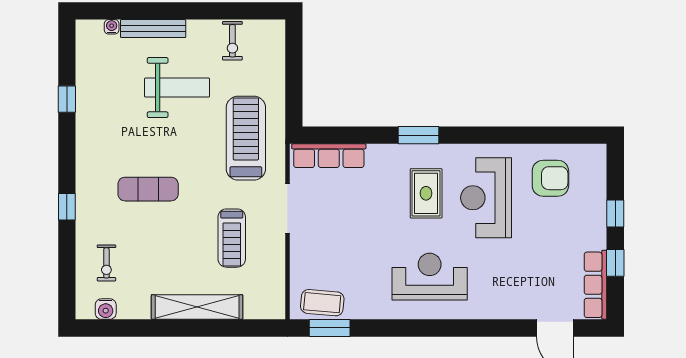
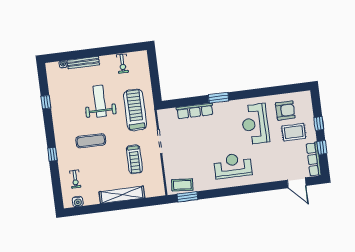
weight bench: (177, 88) -> (100, 101), moved, turned -90
row of seats: (329, 156) -> (195, 111), moved
rug: (426, 193) -> (294, 132), moved, turned 90

